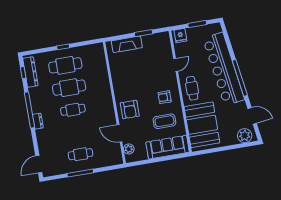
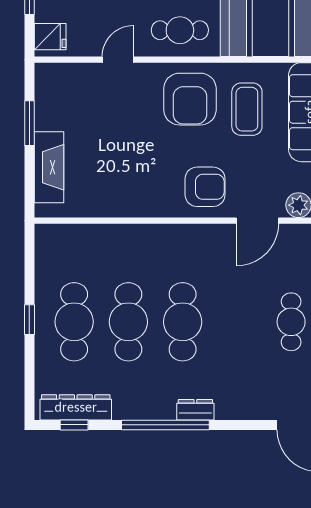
door: (176, 65) -> (118, 60), hinge flipped
armchair: (165, 97) -> (190, 99), width x1.88, depth x1.88
cafe table: (73, 110) -> (183, 322), width x1.37, depth x1.35

